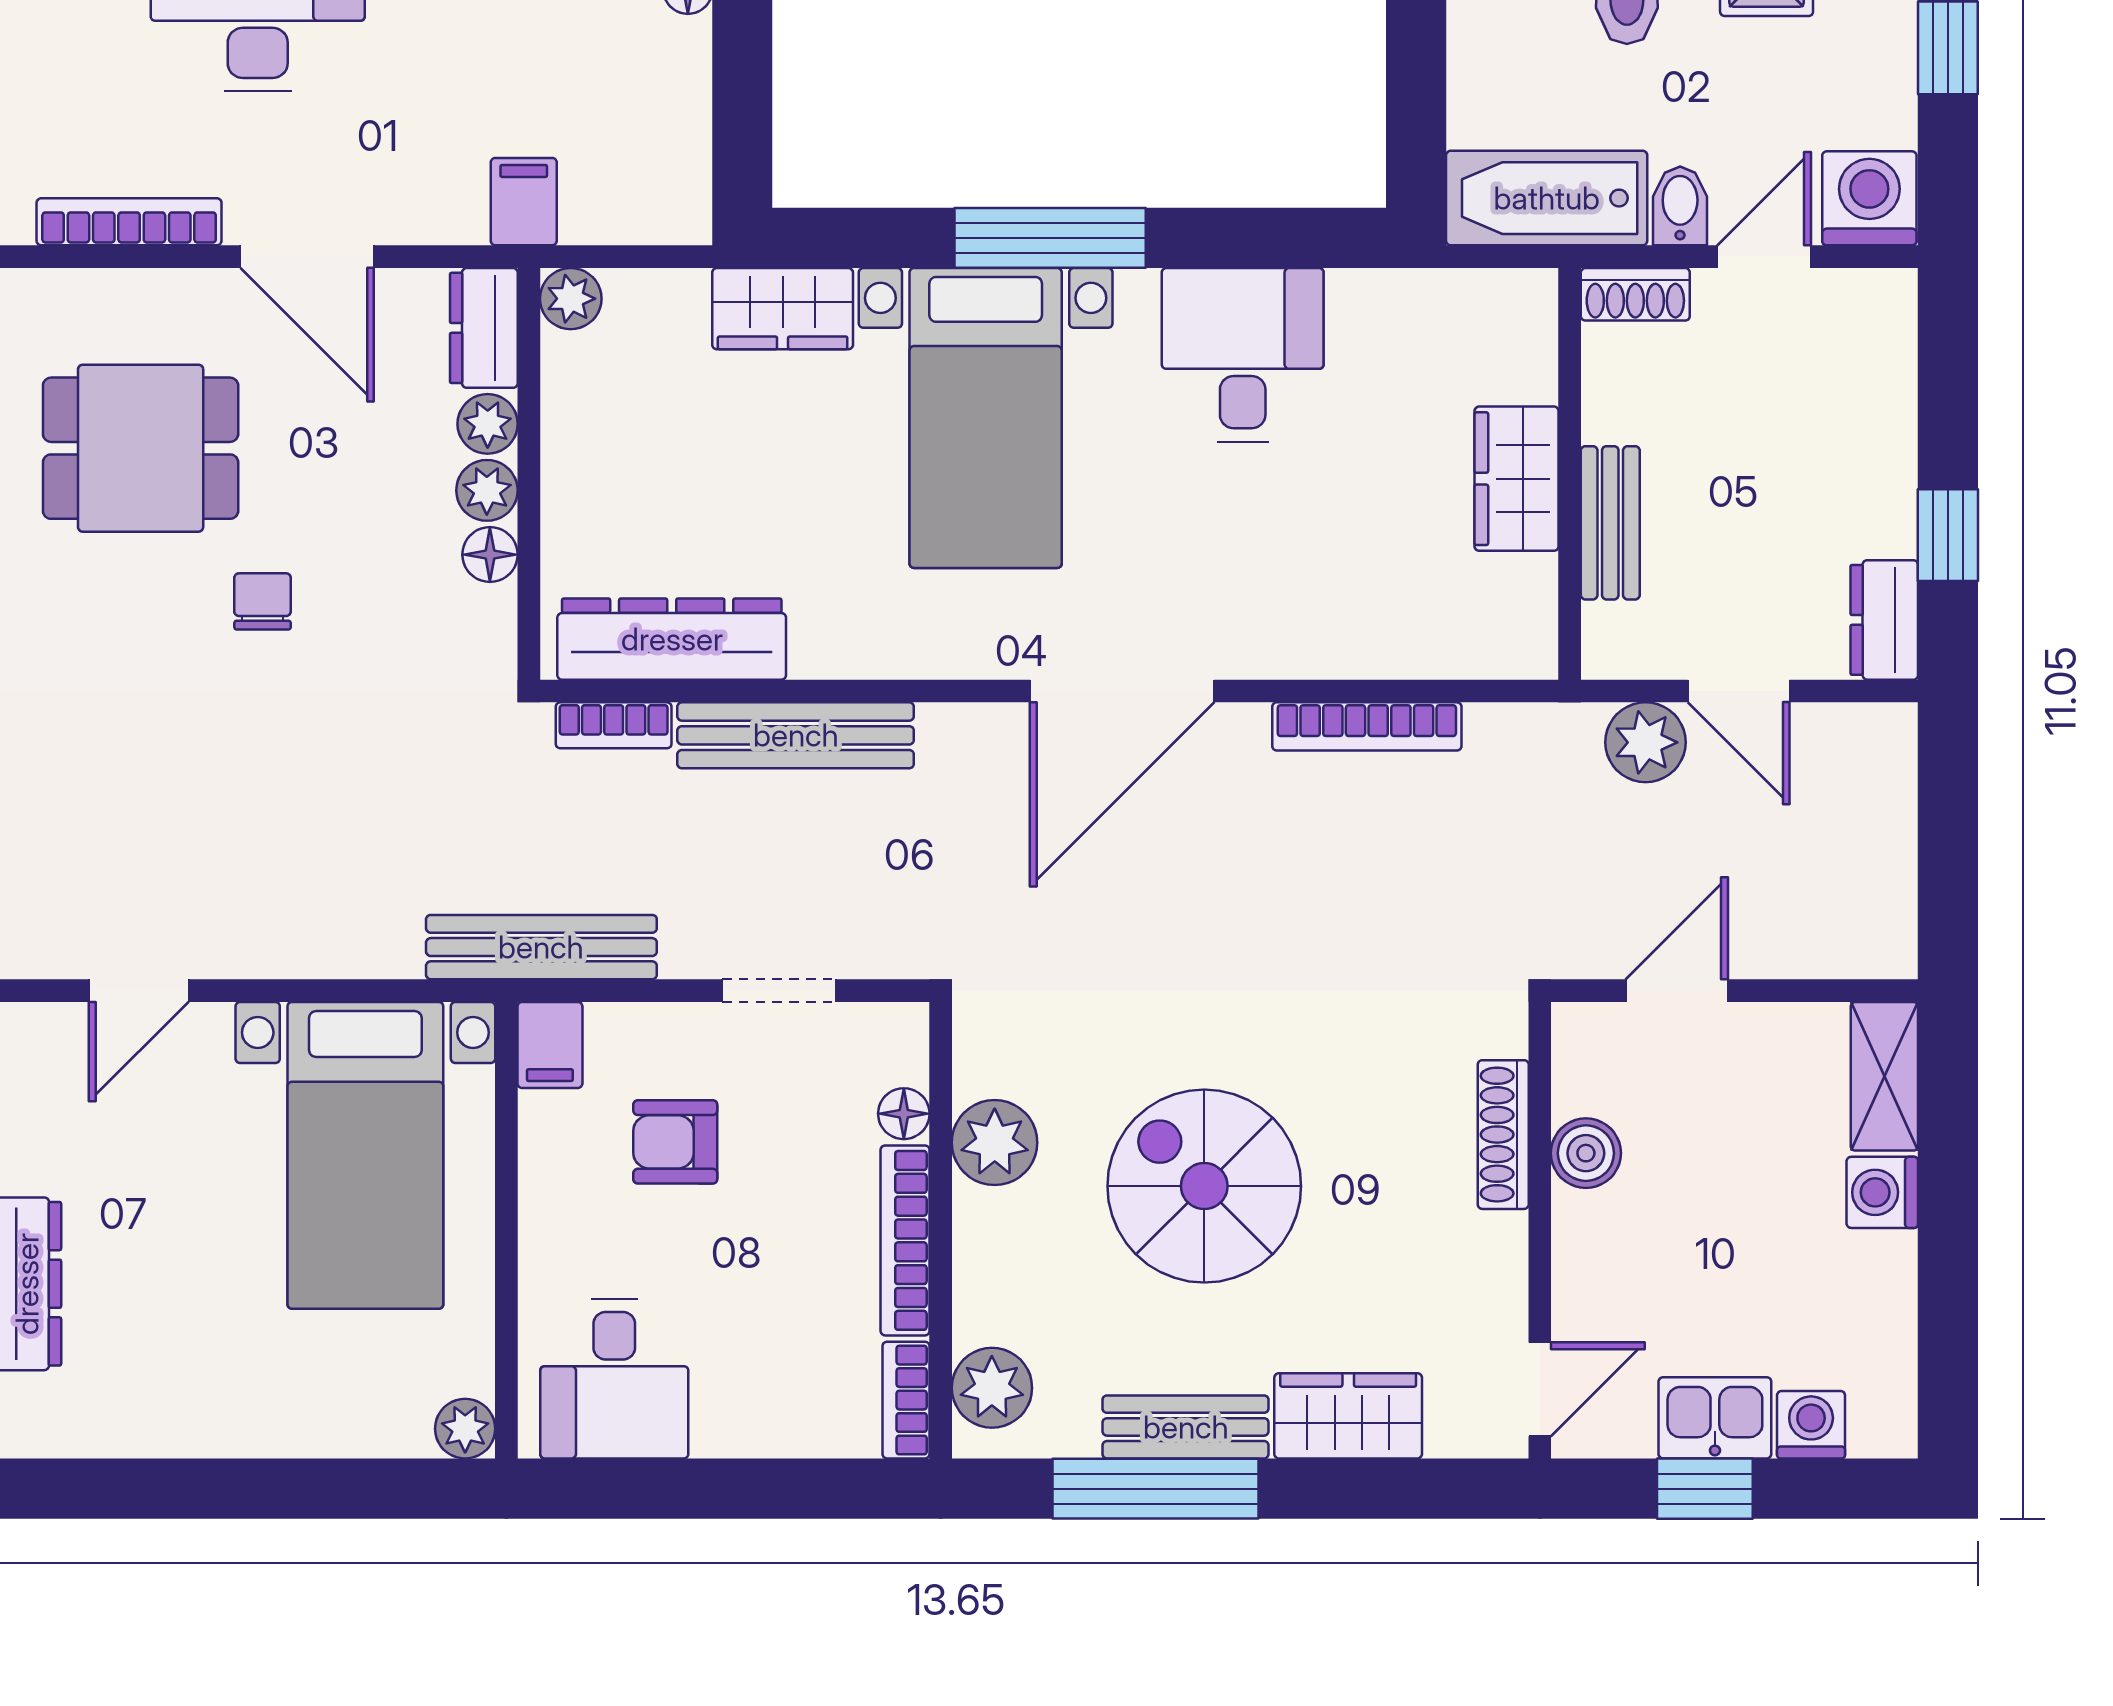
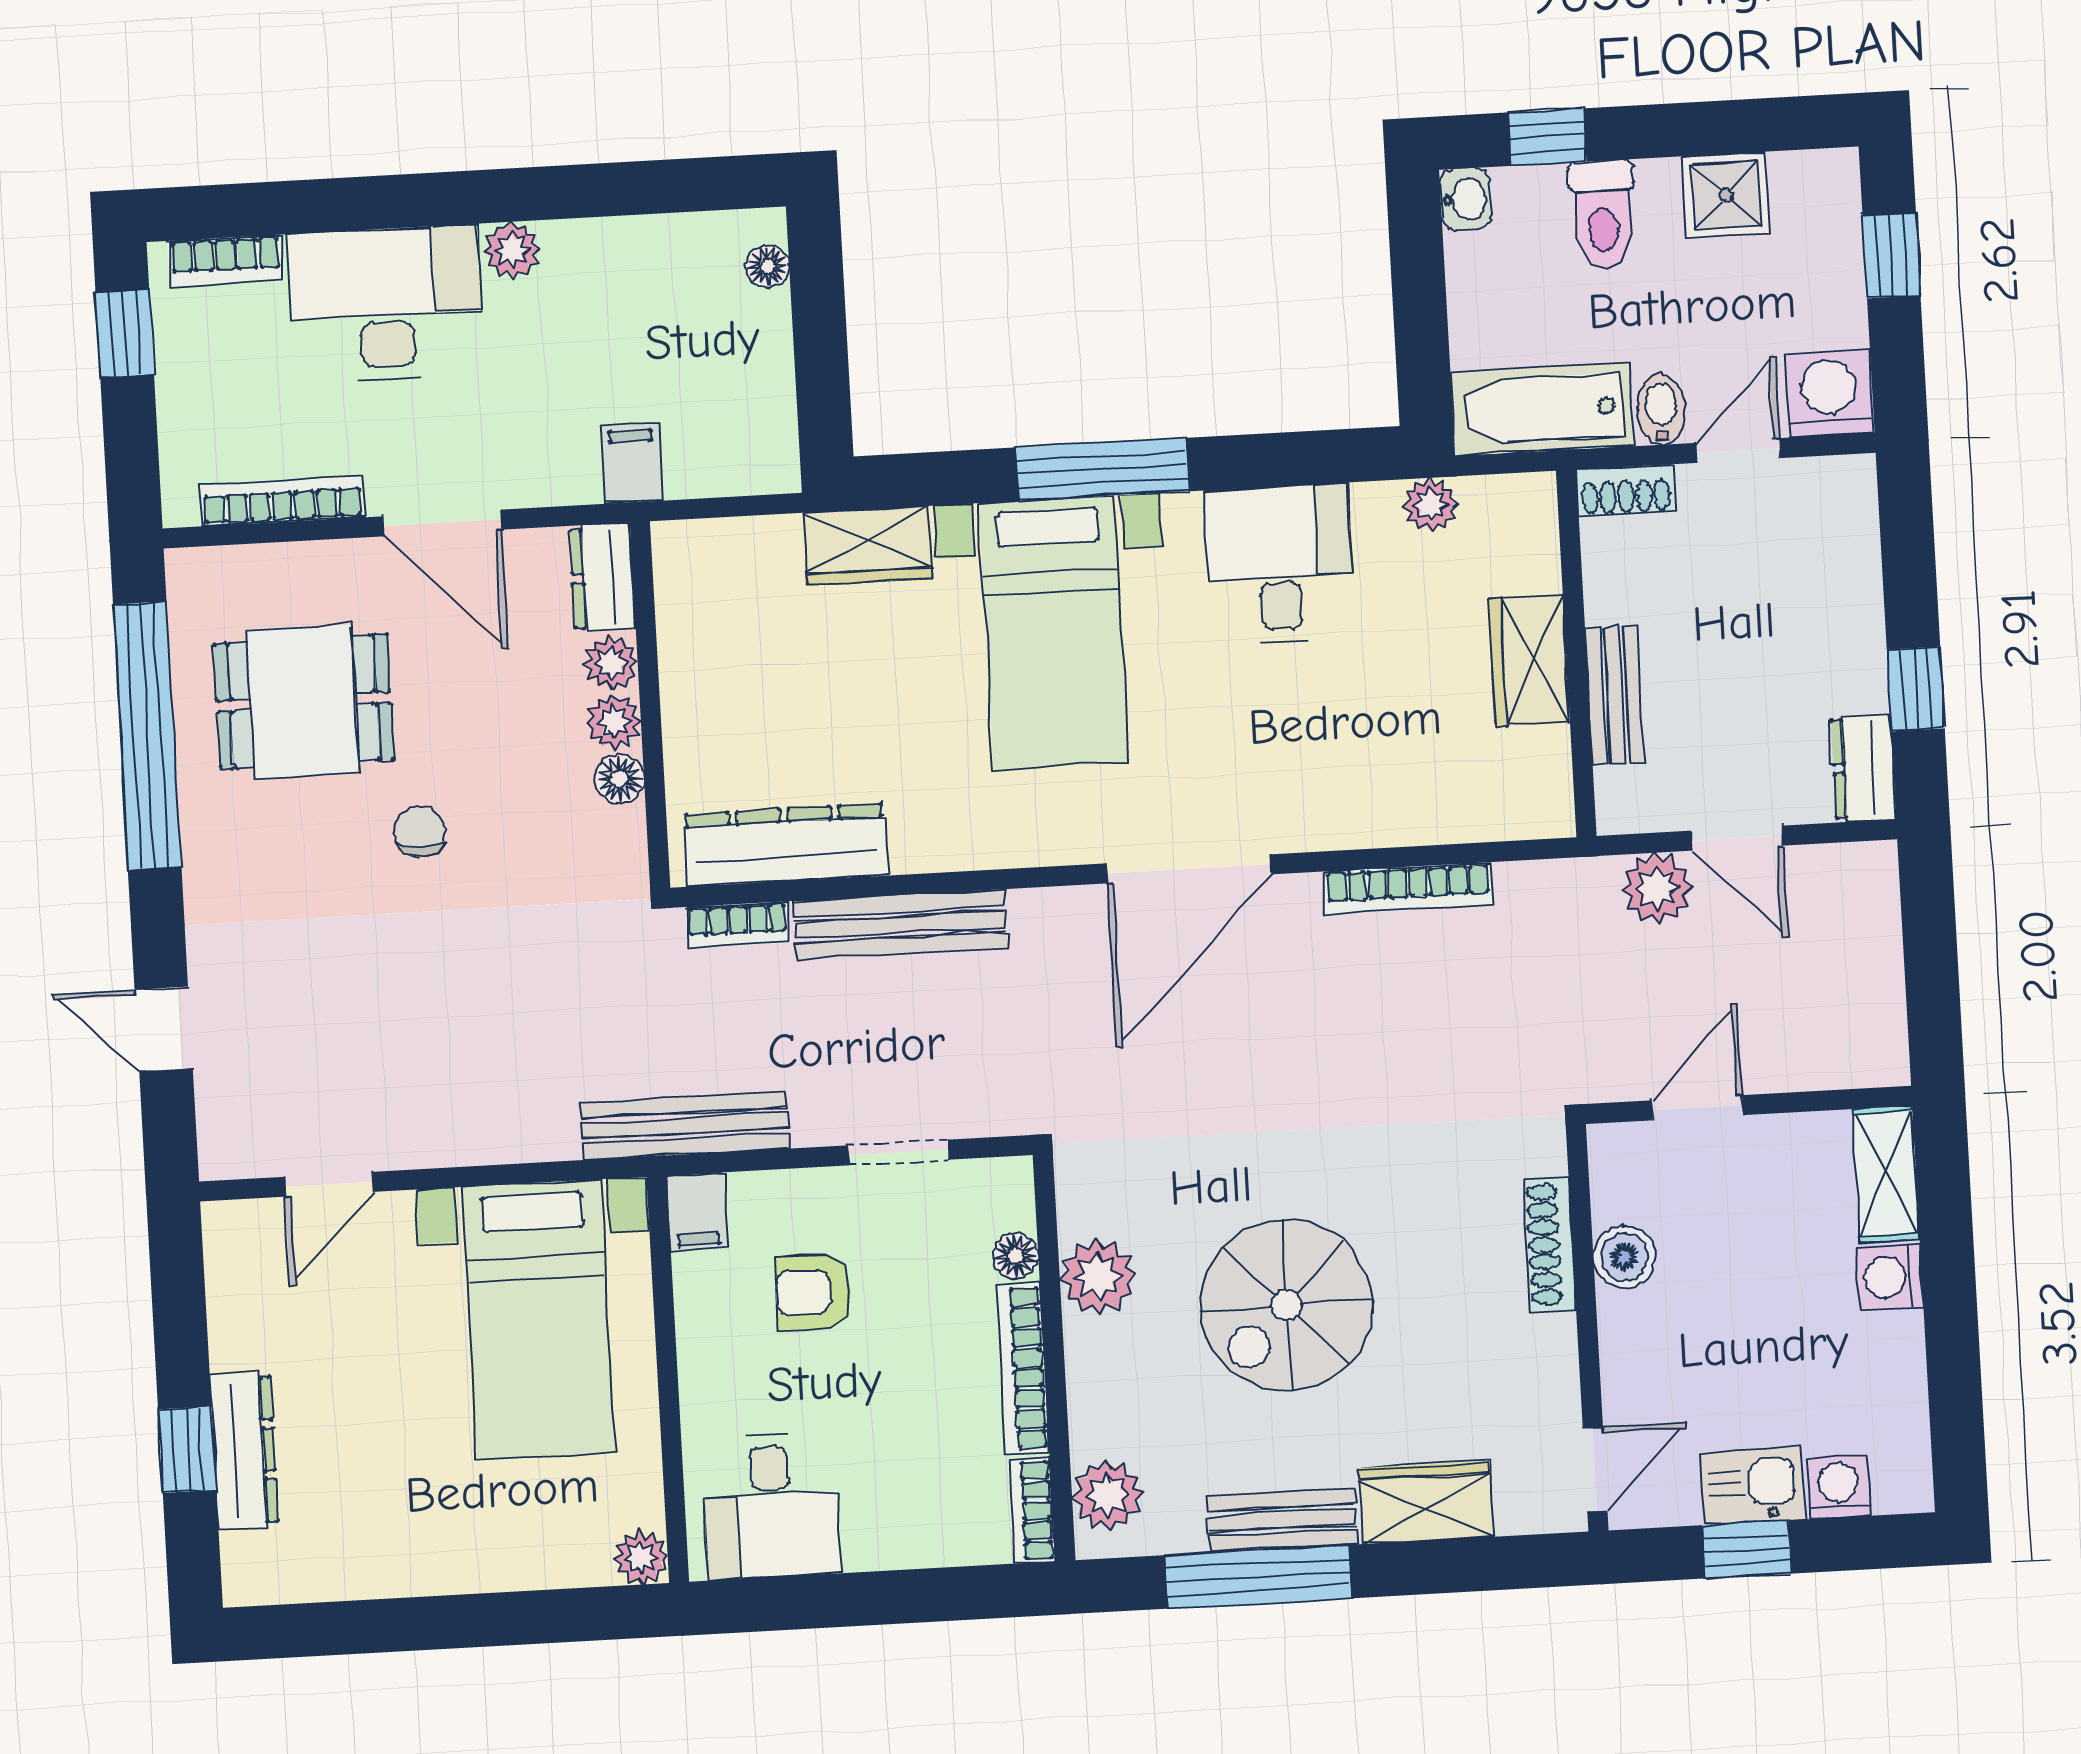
plant: (571, 299) -> (1430, 505), moved
spiral stairs: (1204, 1186) -> (1286, 1305), turned -90

